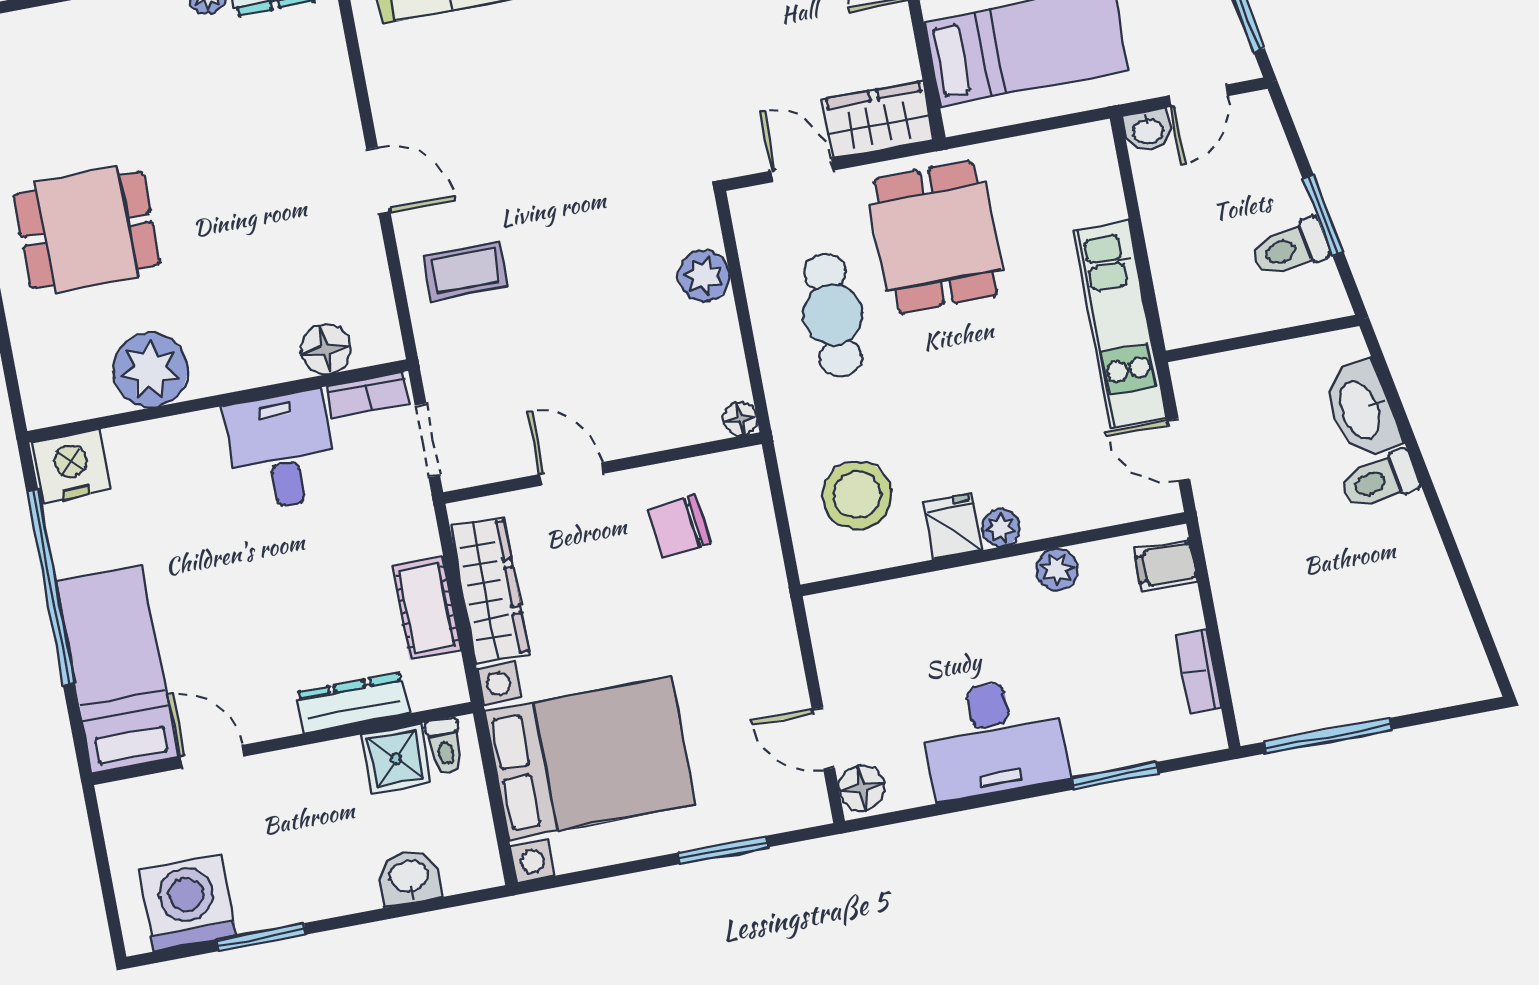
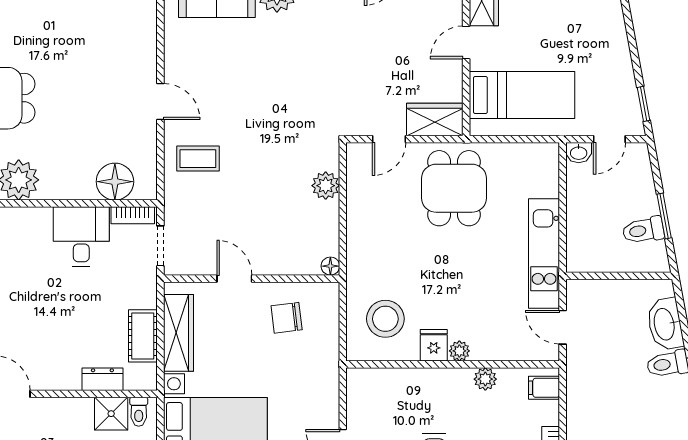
door: (802, 171) -> (389, 139), swing flipped
cafe table: (833, 315) -> (391, 220), removed
floor lamp: (326, 349) -> (115, 182), width x1.38, depth x1.38
dresser: (353, 703) -> (102, 379), width x0.70

